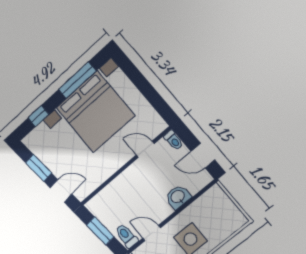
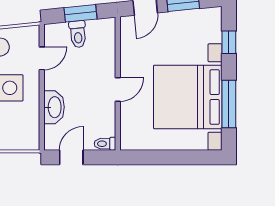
door: (145, 149) -> (118, 90), moved
washbasin: (178, 197) -> (54, 107), width x1.38
toilet: (126, 236) -> (78, 34), moved, turned 84

